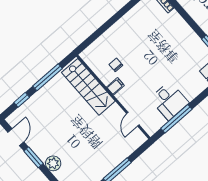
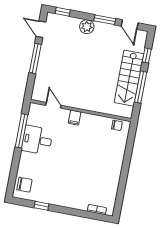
chair: (116, 65) -> (117, 125), moved
filing cabinet: (115, 86) -> (75, 118), moved
stairs: (88, 87) -> (129, 78), moved, turned -90

